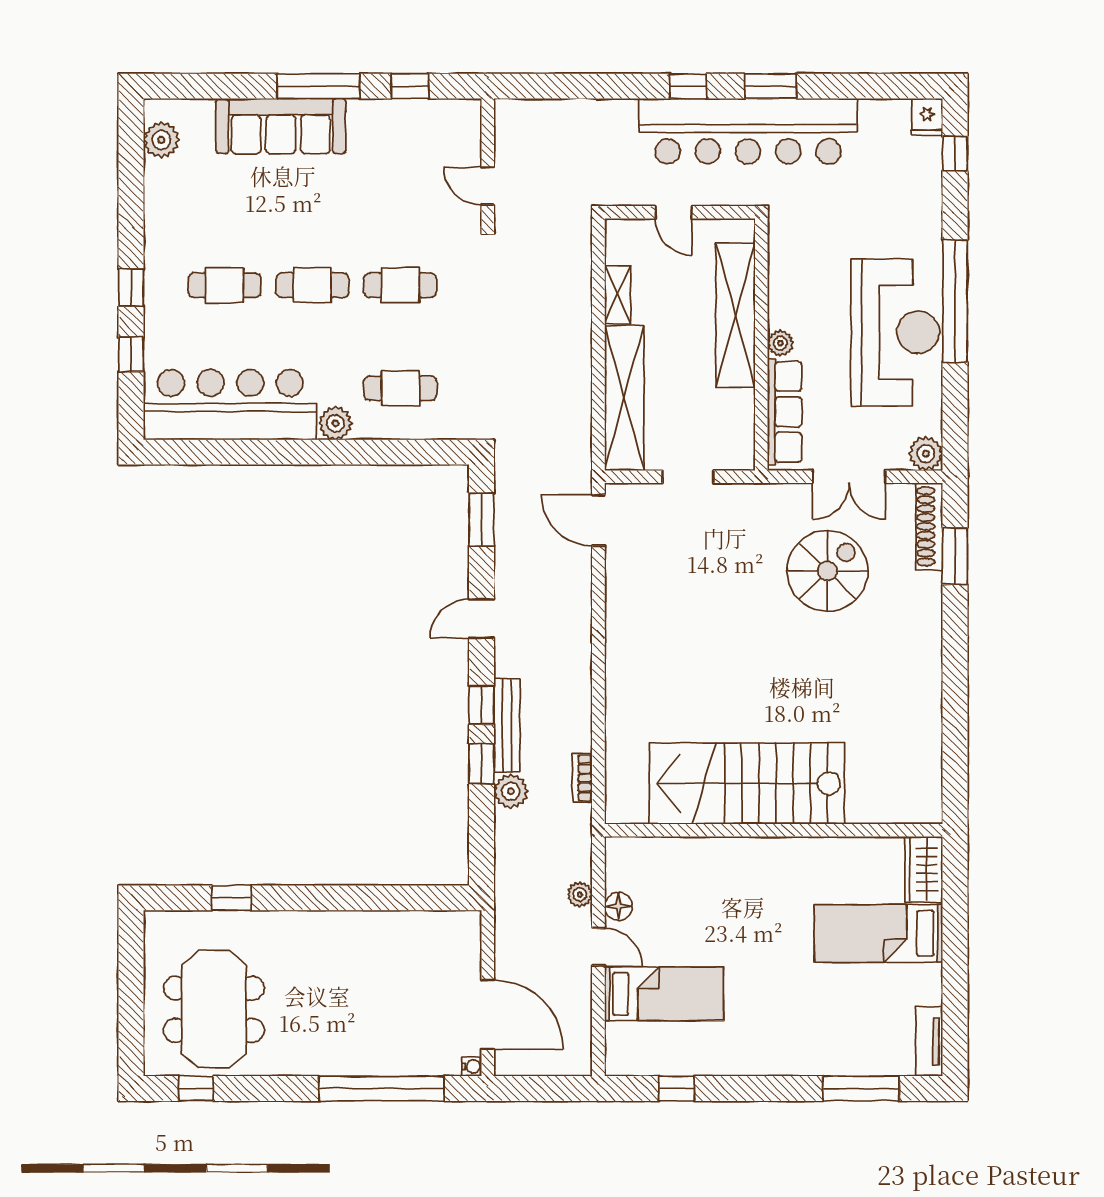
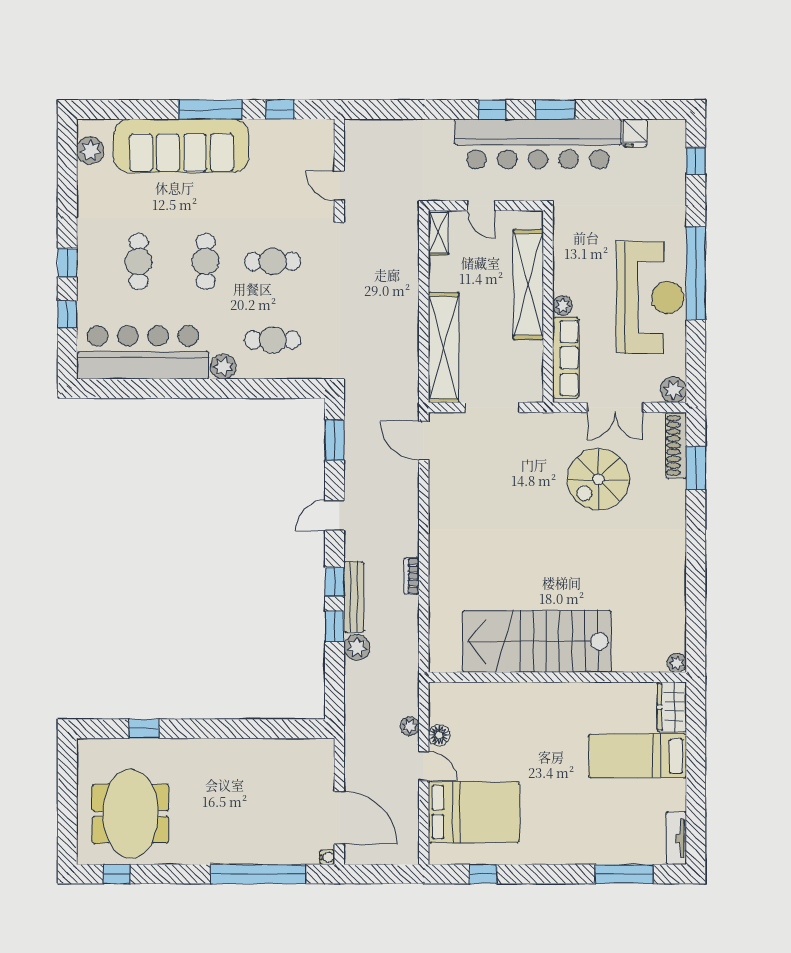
fridge: (927, 117) -> (635, 133), moved
sofa: (281, 126) -> (181, 146), width x1.36, depth x1.27
cafe table: (225, 285) -> (139, 261), turned 90
cafe table: (312, 285) -> (206, 261), turned 90
shelving: (618, 295) -> (438, 233), moved
doorway: (688, 477) -> (492, 407), width x1.38
spiral stairs: (827, 571) -> (598, 479), turned 180
bookcase: (582, 778) -> (412, 576), moved
plant: (930, 812) -> (677, 663), added
bed: (664, 994) -> (474, 812), width x1.50

